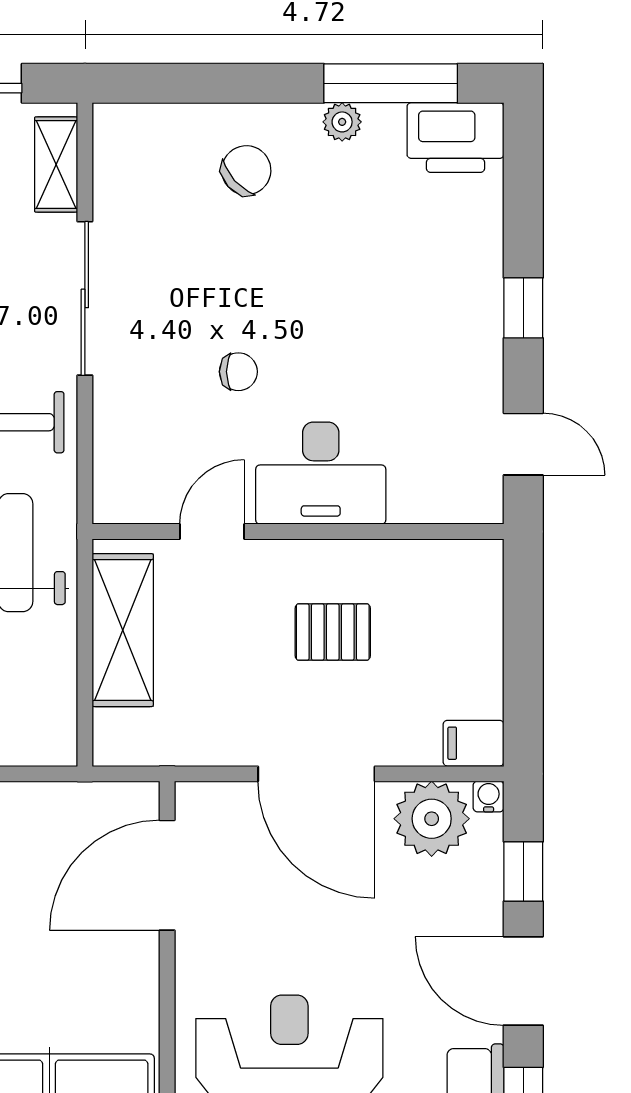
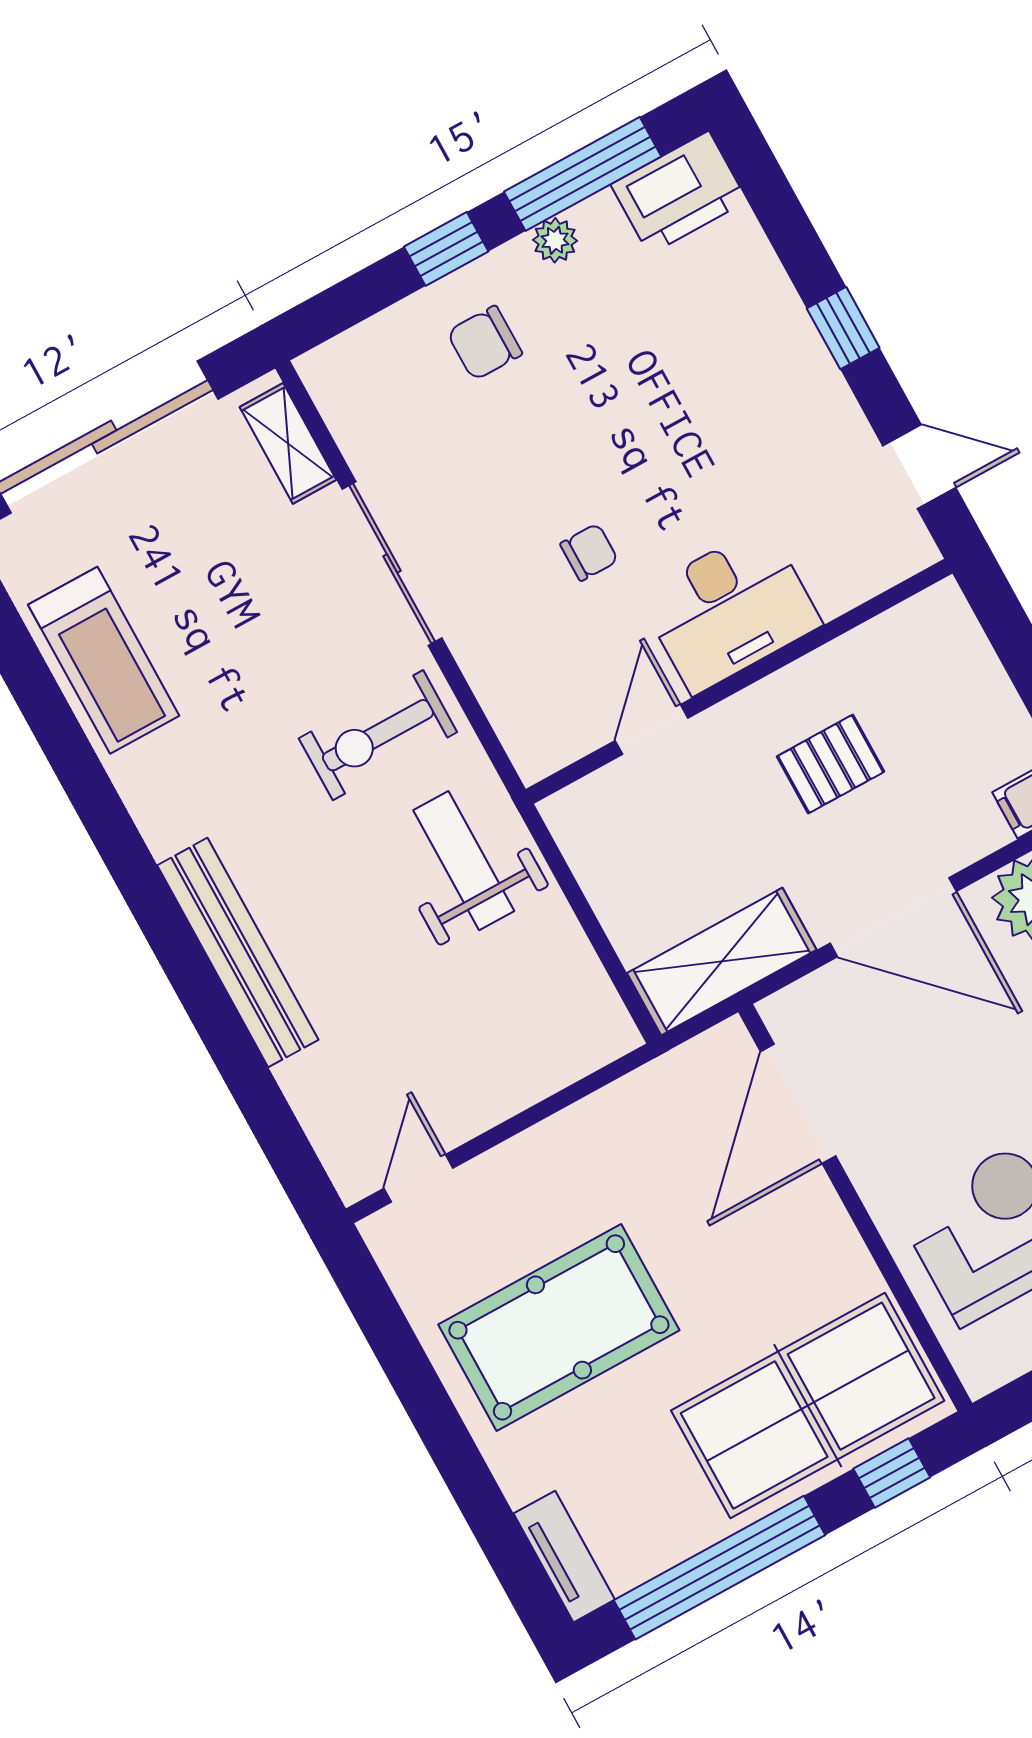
window: (256, 83) -> (446, 249), added
chair: (246, 170) -> (485, 343), turned -138
shelving: (123, 630) -> (722, 961), moved, turned 90

